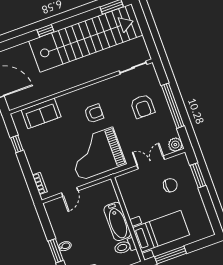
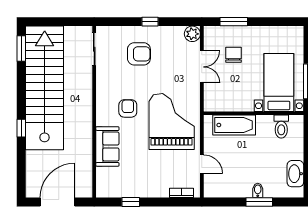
window: (173, 106) -> (150, 22), width x0.32
sofa: (41, 113) -> (107, 146), moved
grand piano: (96, 154) -> (172, 122), turned 180
double door: (151, 162) -> (202, 67), swing flipped
bathtub: (117, 221) -> (234, 125), moved

